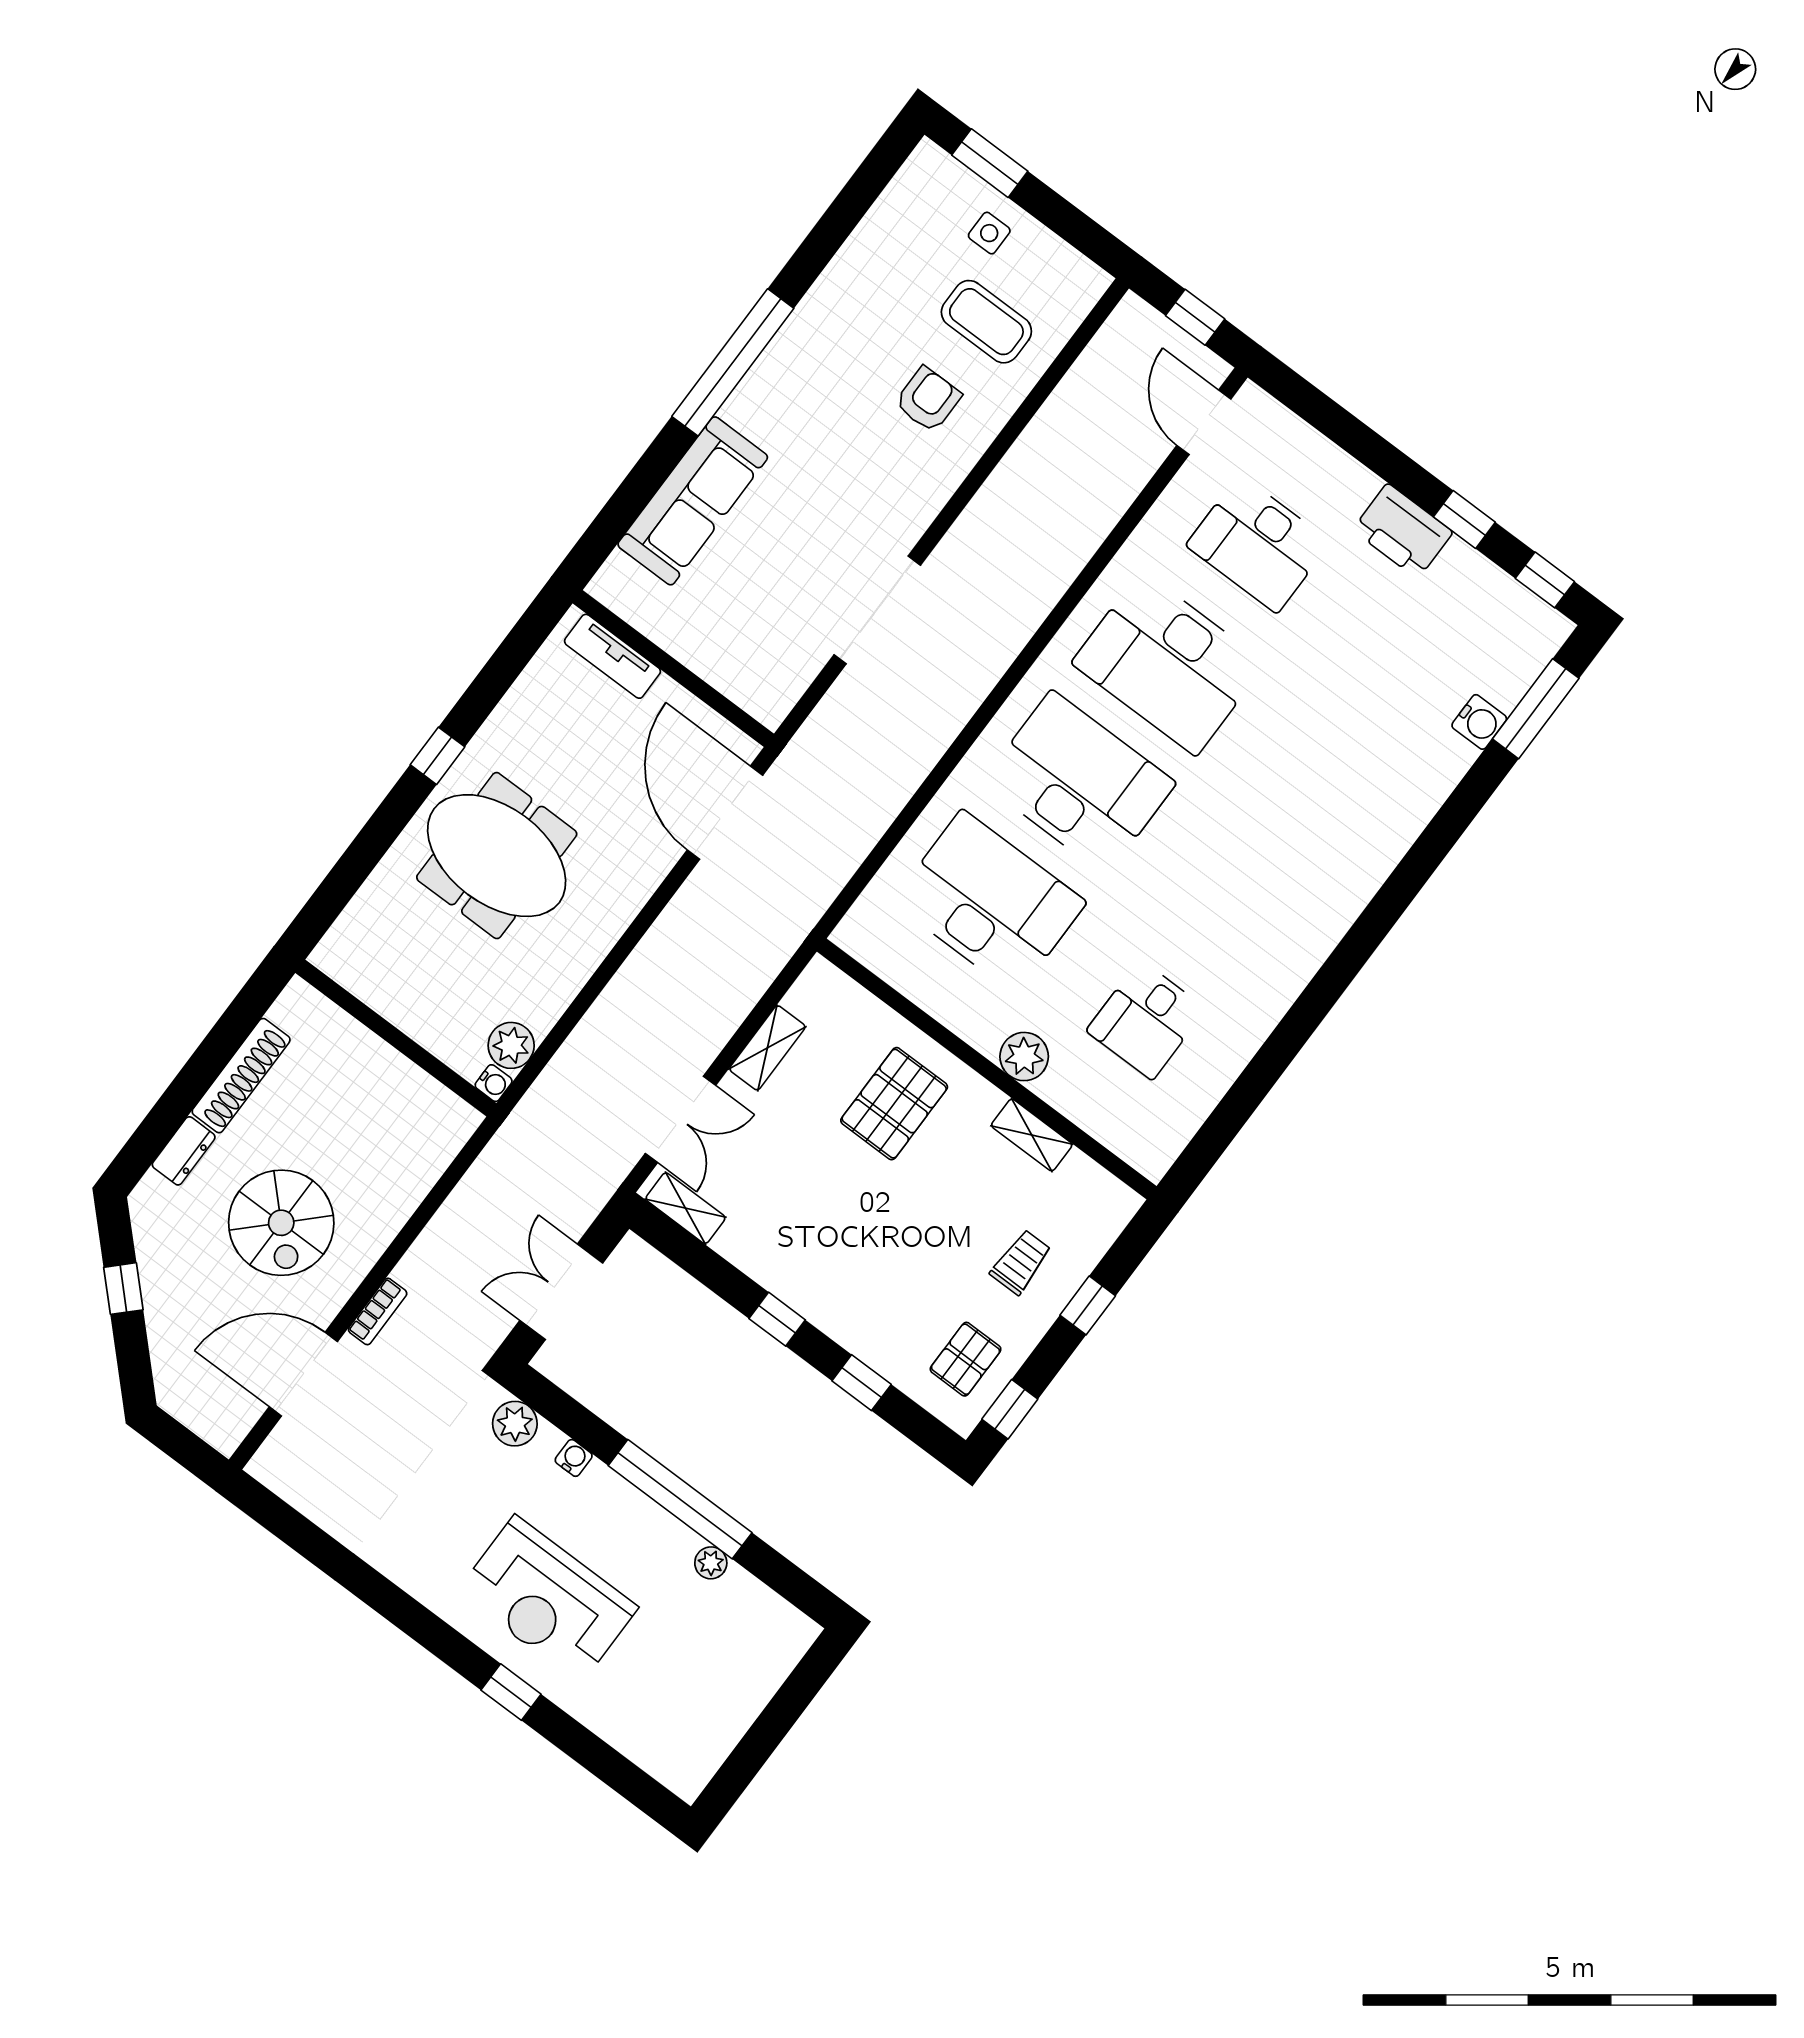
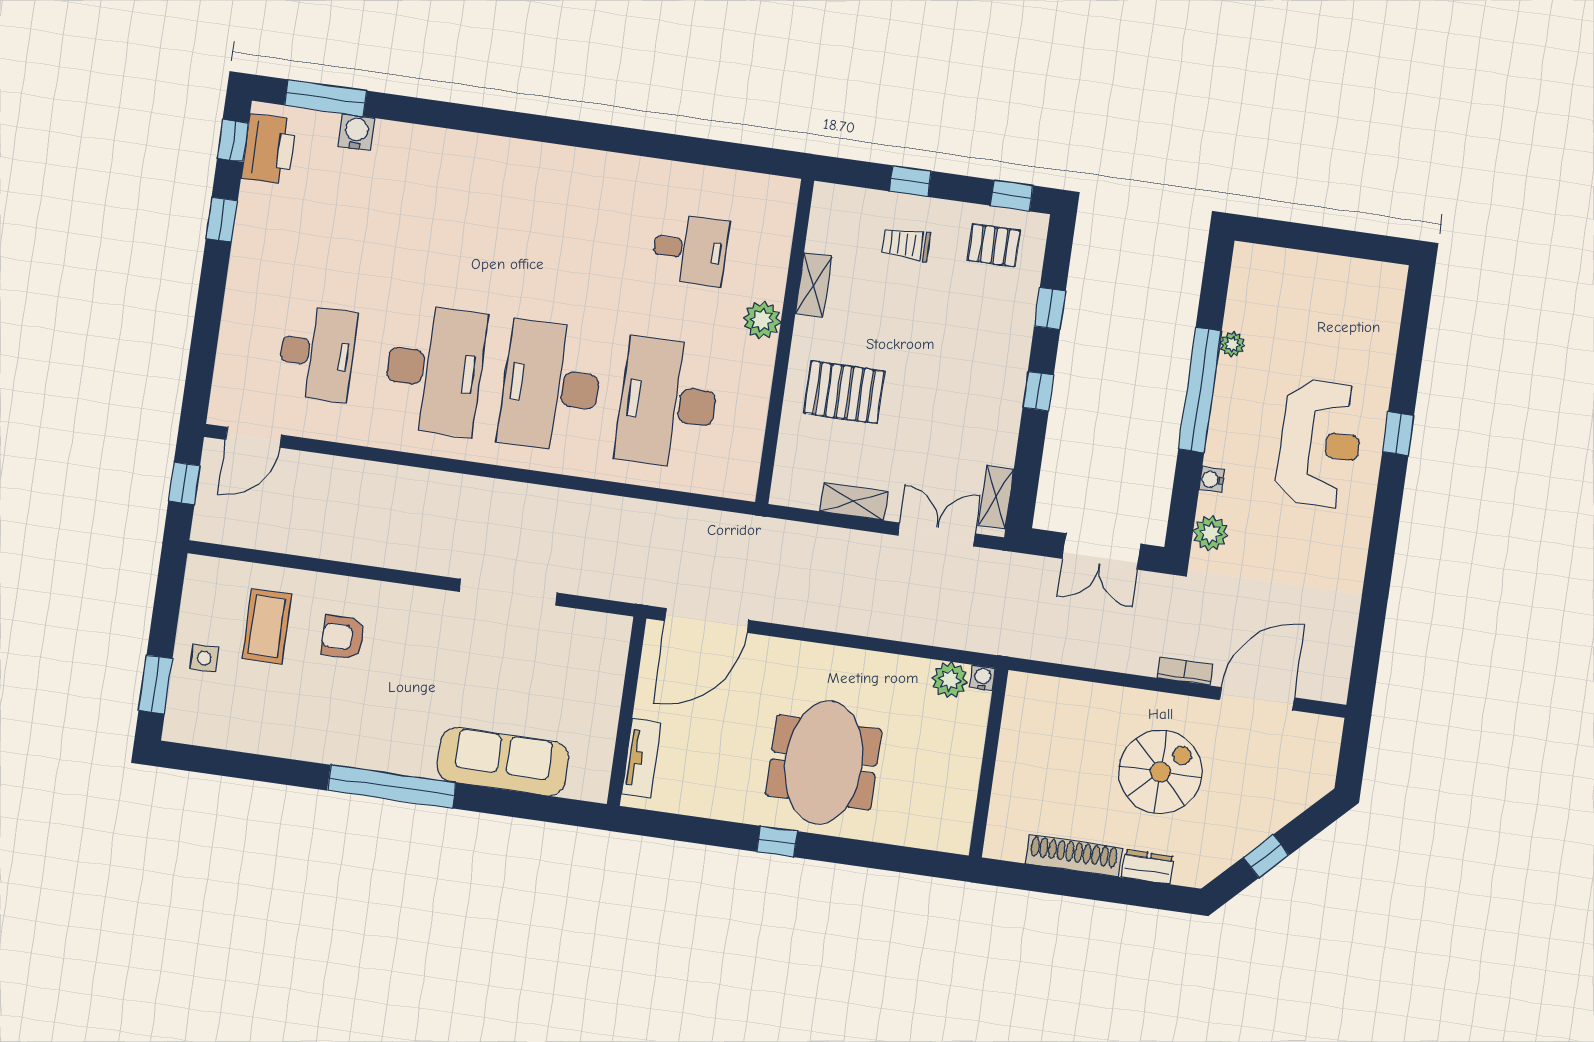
printer: (1403, 531) -> (269, 149), moved
door: (303, 1374) -> (1257, 699), swing flipped

